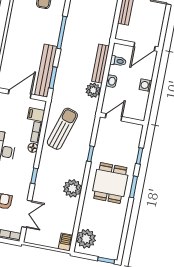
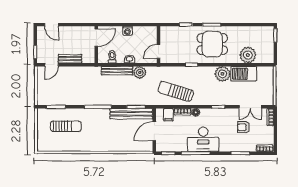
door: (145, 46) -> (96, 38), hinge flipped
door: (20, 94) -> (154, 131), hinge flipped
door: (114, 117) -> (158, 52), hinge flipped
double door: (27, 214) -> (250, 107), swing flipped
plant: (86, 239) -> (248, 55), moved
barbecue: (66, 242) -> (244, 74), moved, width x1.88, depth x1.53

